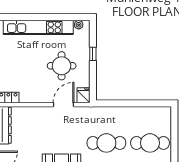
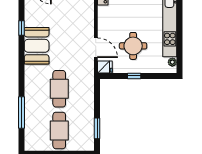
window: (93, 54) -> (134, 76), moved
window: (148, 103) -> (97, 128), added

